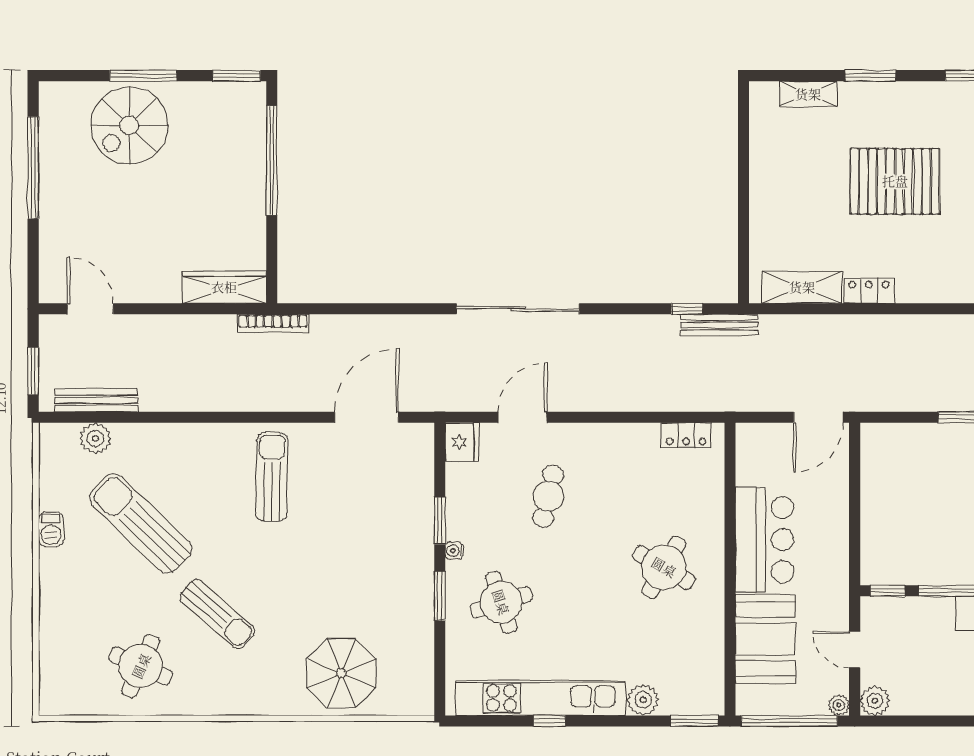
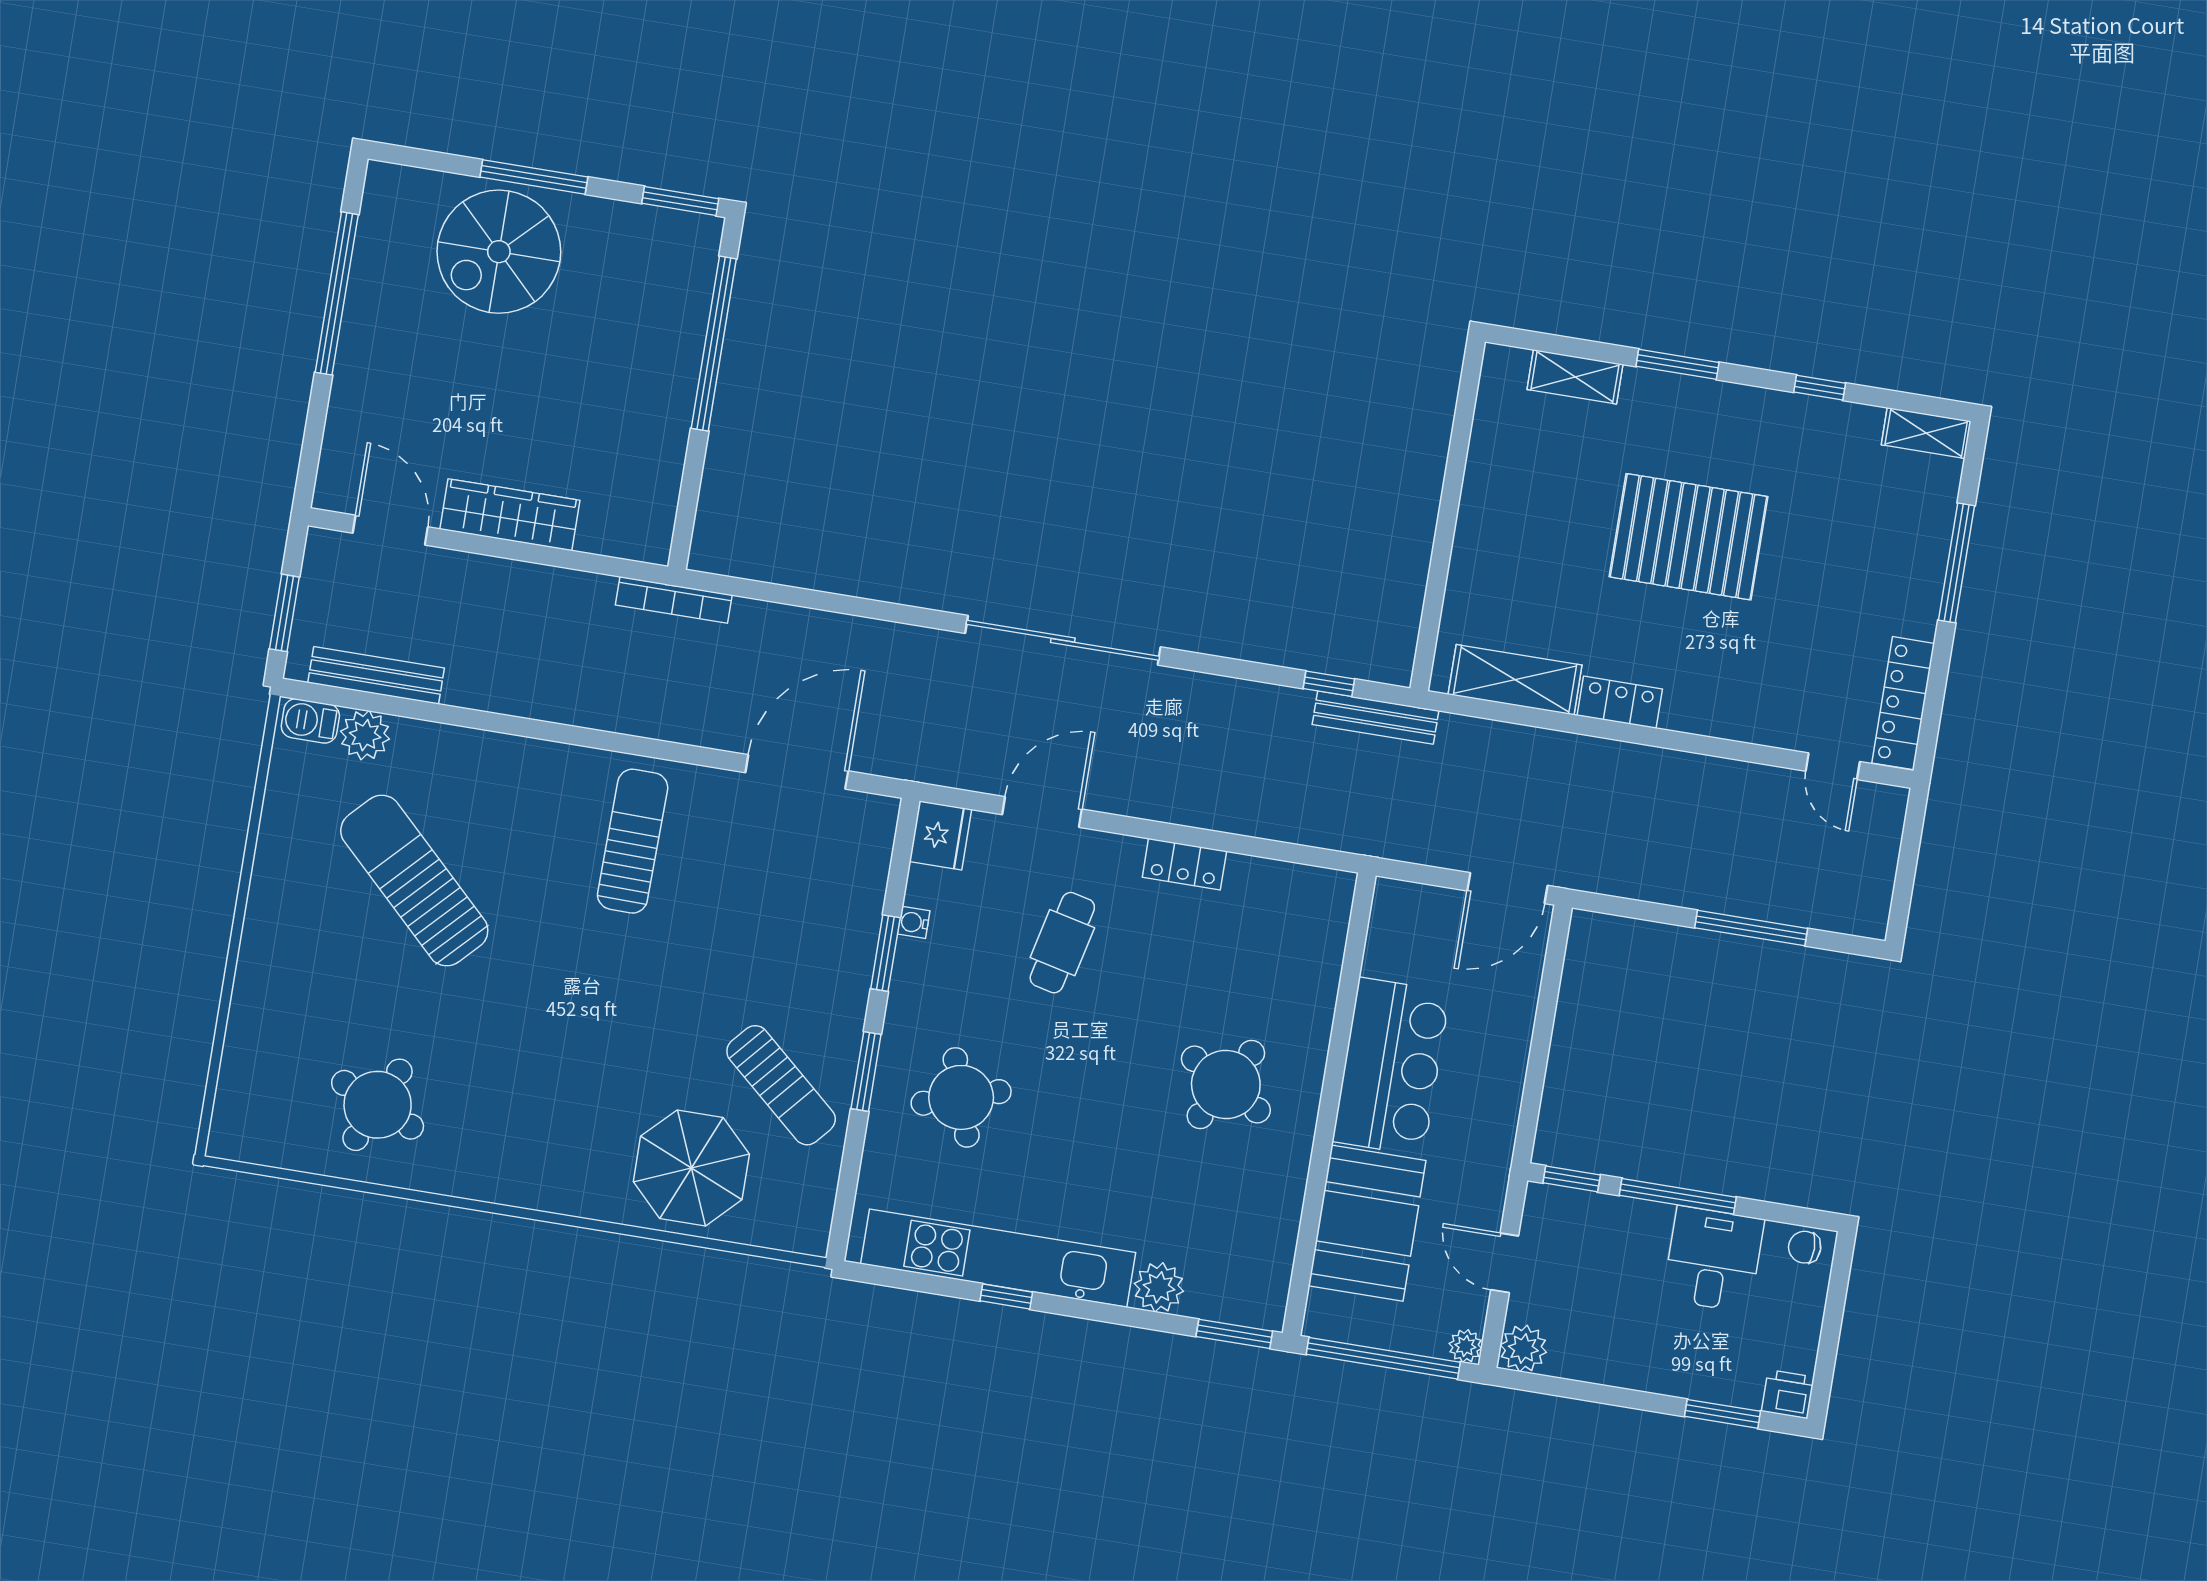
wardrobe: (224, 287) -> (510, 515), moved
locker: (686, 435) -> (1184, 864), moved
barbecue: (51, 529) -> (310, 721), moved, turned 90
water cooler: (454, 551) -> (914, 922), moved
sun lounger: (217, 614) -> (781, 1085), moved

